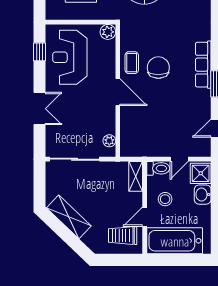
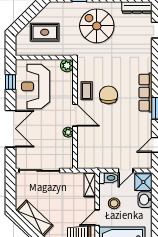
double door: (39, 109) -> (11, 129), width x1.37
plant: (109, 141) -> (68, 132), moved

